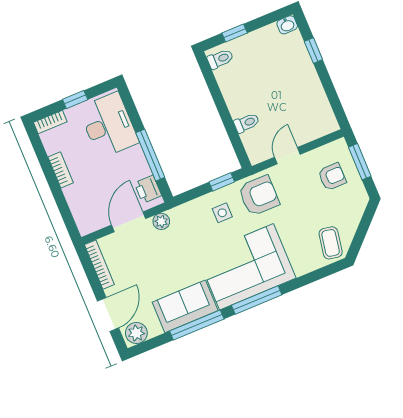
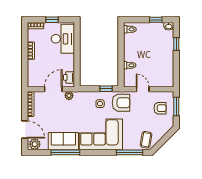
window: (235, 33) -> (156, 20), moved
window: (150, 155) -> (77, 61), removed
door: (287, 156) -> (143, 89), hinge flipped
window: (257, 300) -> (129, 152), moved
door: (108, 314) -> (25, 130), hinge flipped

